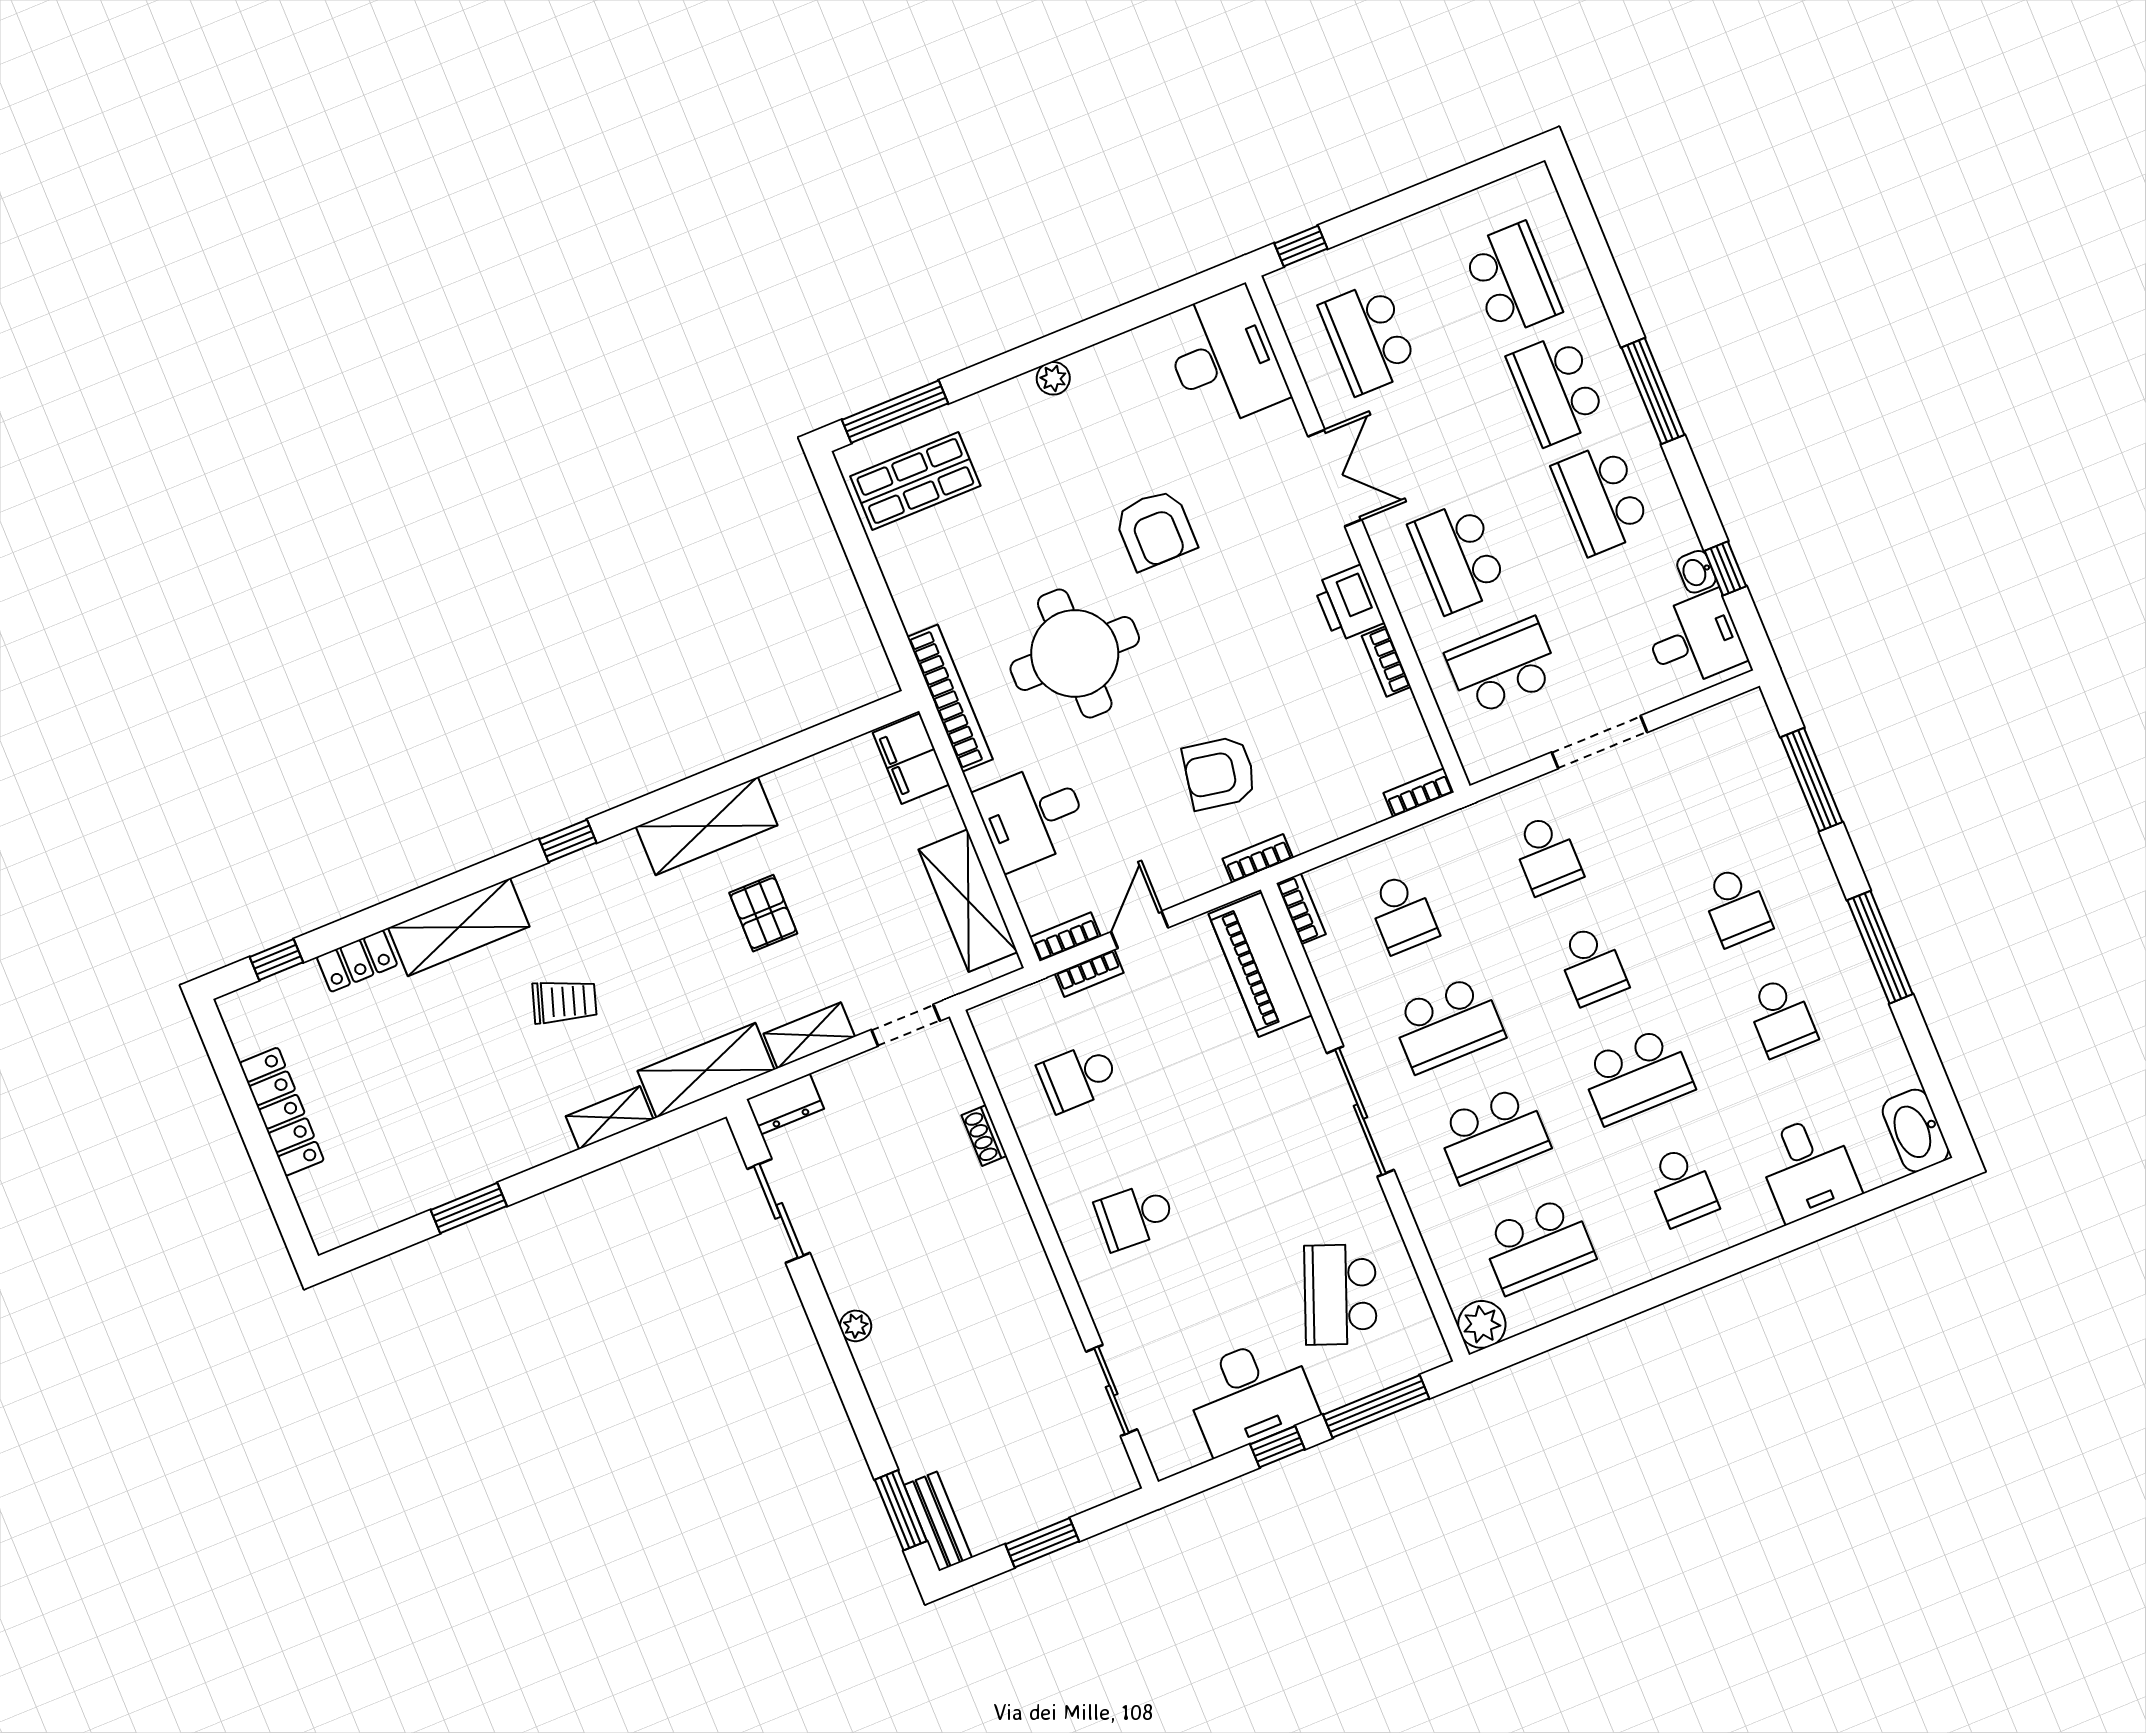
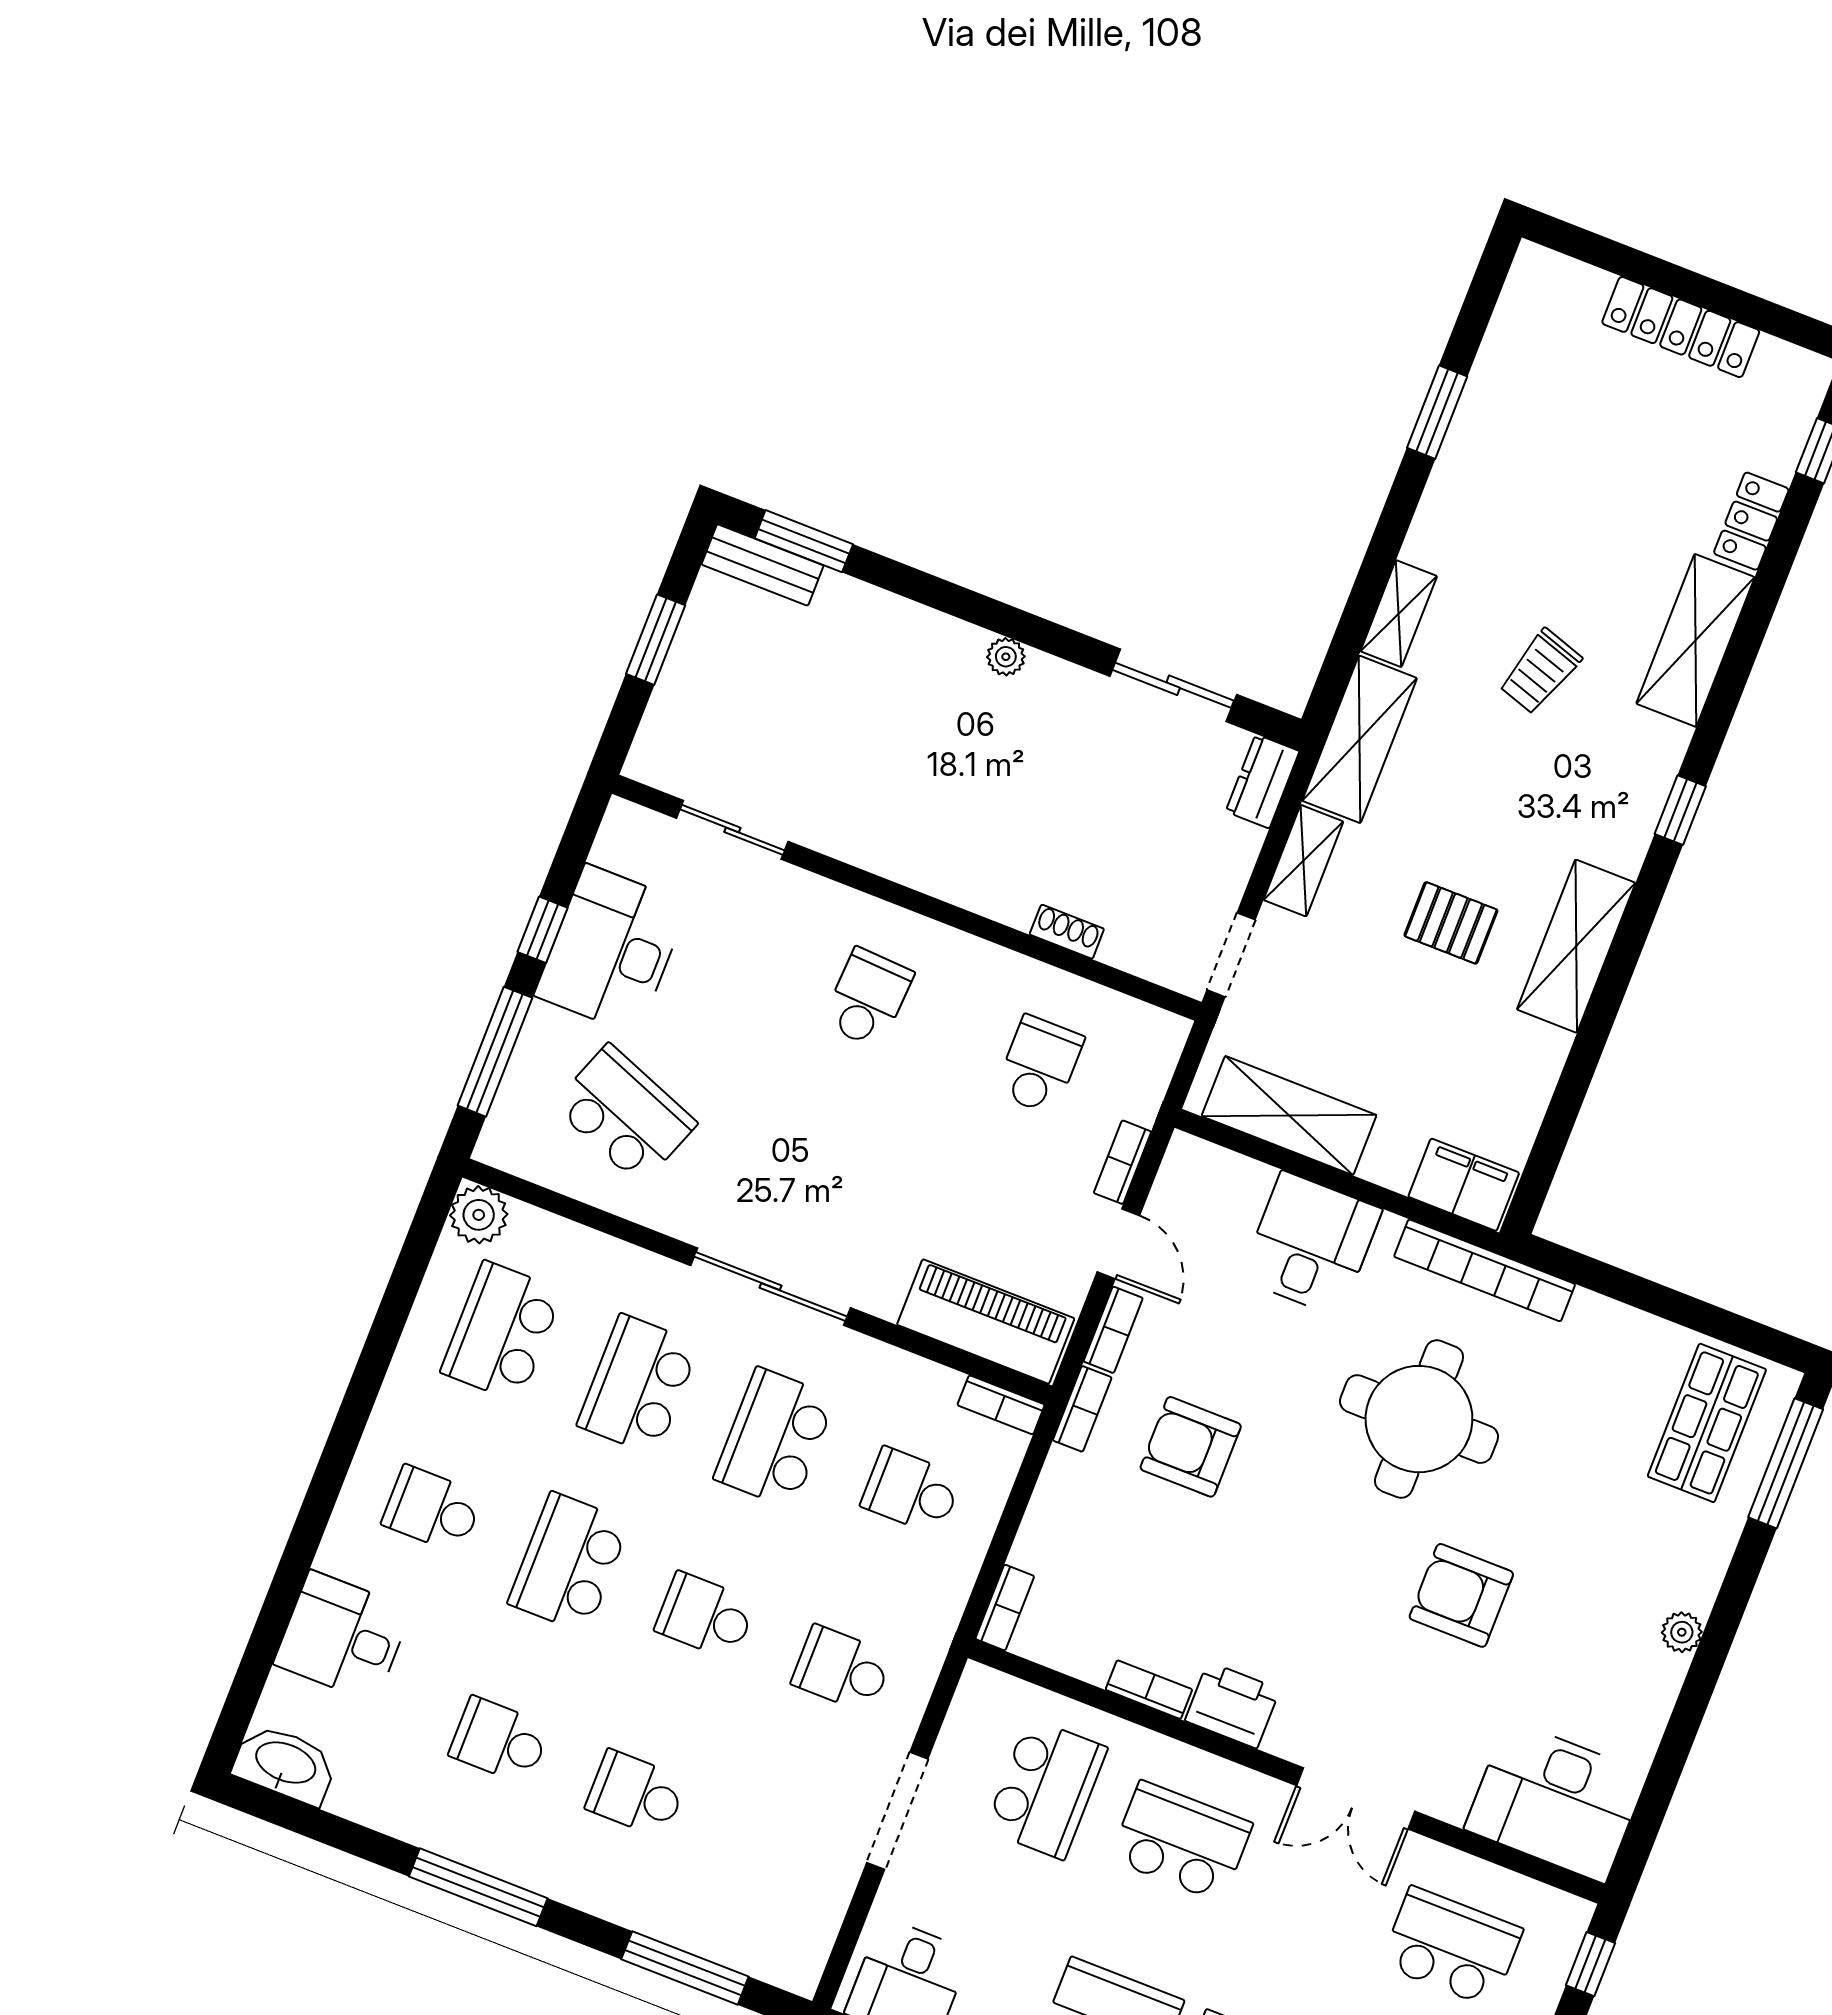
armchair: (1219, 773) -> (1191, 1447), turned -100
bookcase: (1065, 937) -> (1113, 1330), moved

